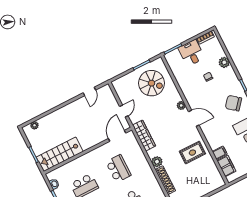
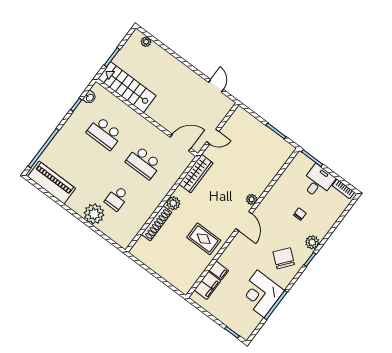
plant: (224, 62) -> (312, 242), moved
spiral stairs: (152, 83) -> (261, 153), removed
door: (89, 91) -> (216, 86), swing flipped
school desk: (118, 169) -> (144, 163), turned 90

